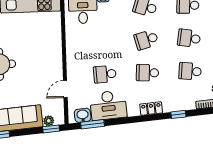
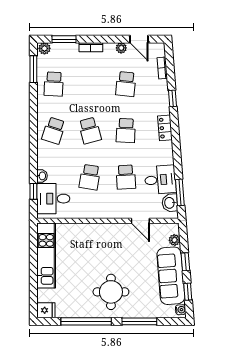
school desk: (189, 38) -> (90, 177), moved
desk: (108, 105) -> (160, 180), width x0.73
window: (51, 129) -> (185, 262), moved

